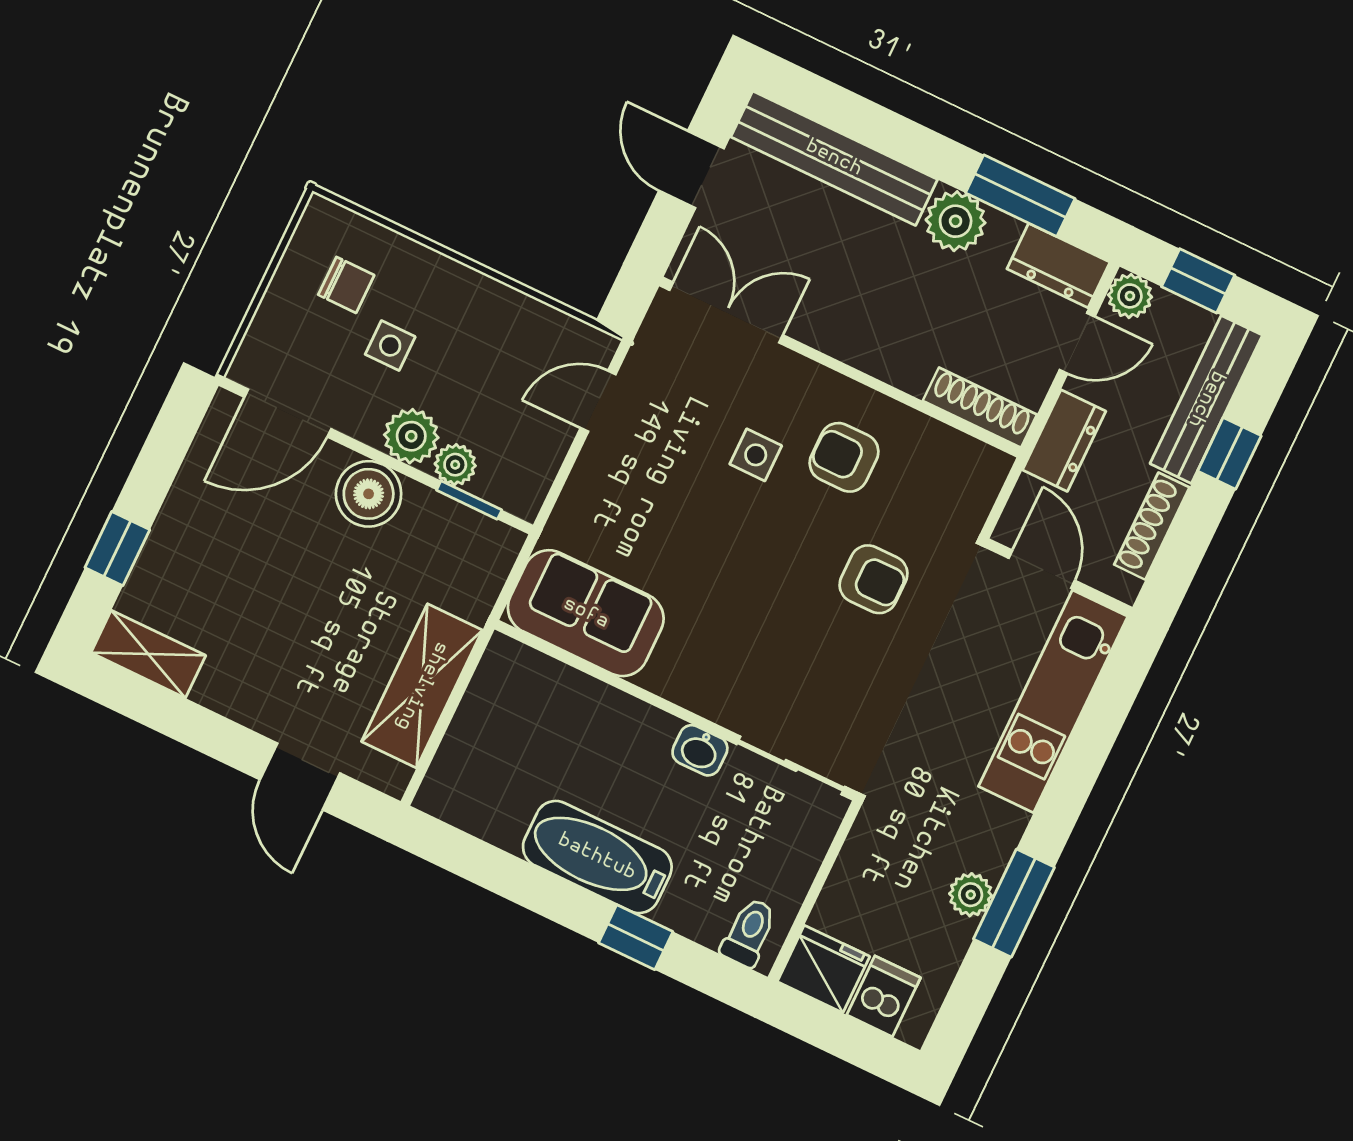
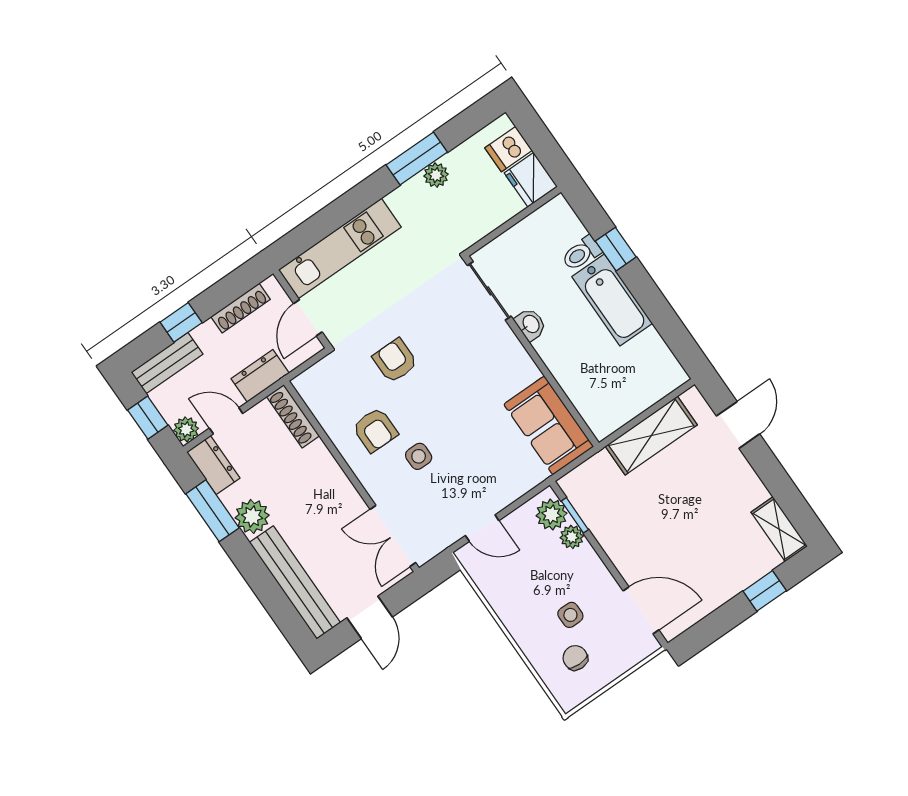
bench: (1206, 399) -> (167, 363), width x0.73
plant: (411, 436) -> (552, 514), moved
boiler: (369, 494) -> (623, 547), removed
toilet: (749, 932) -> (581, 253), moved

